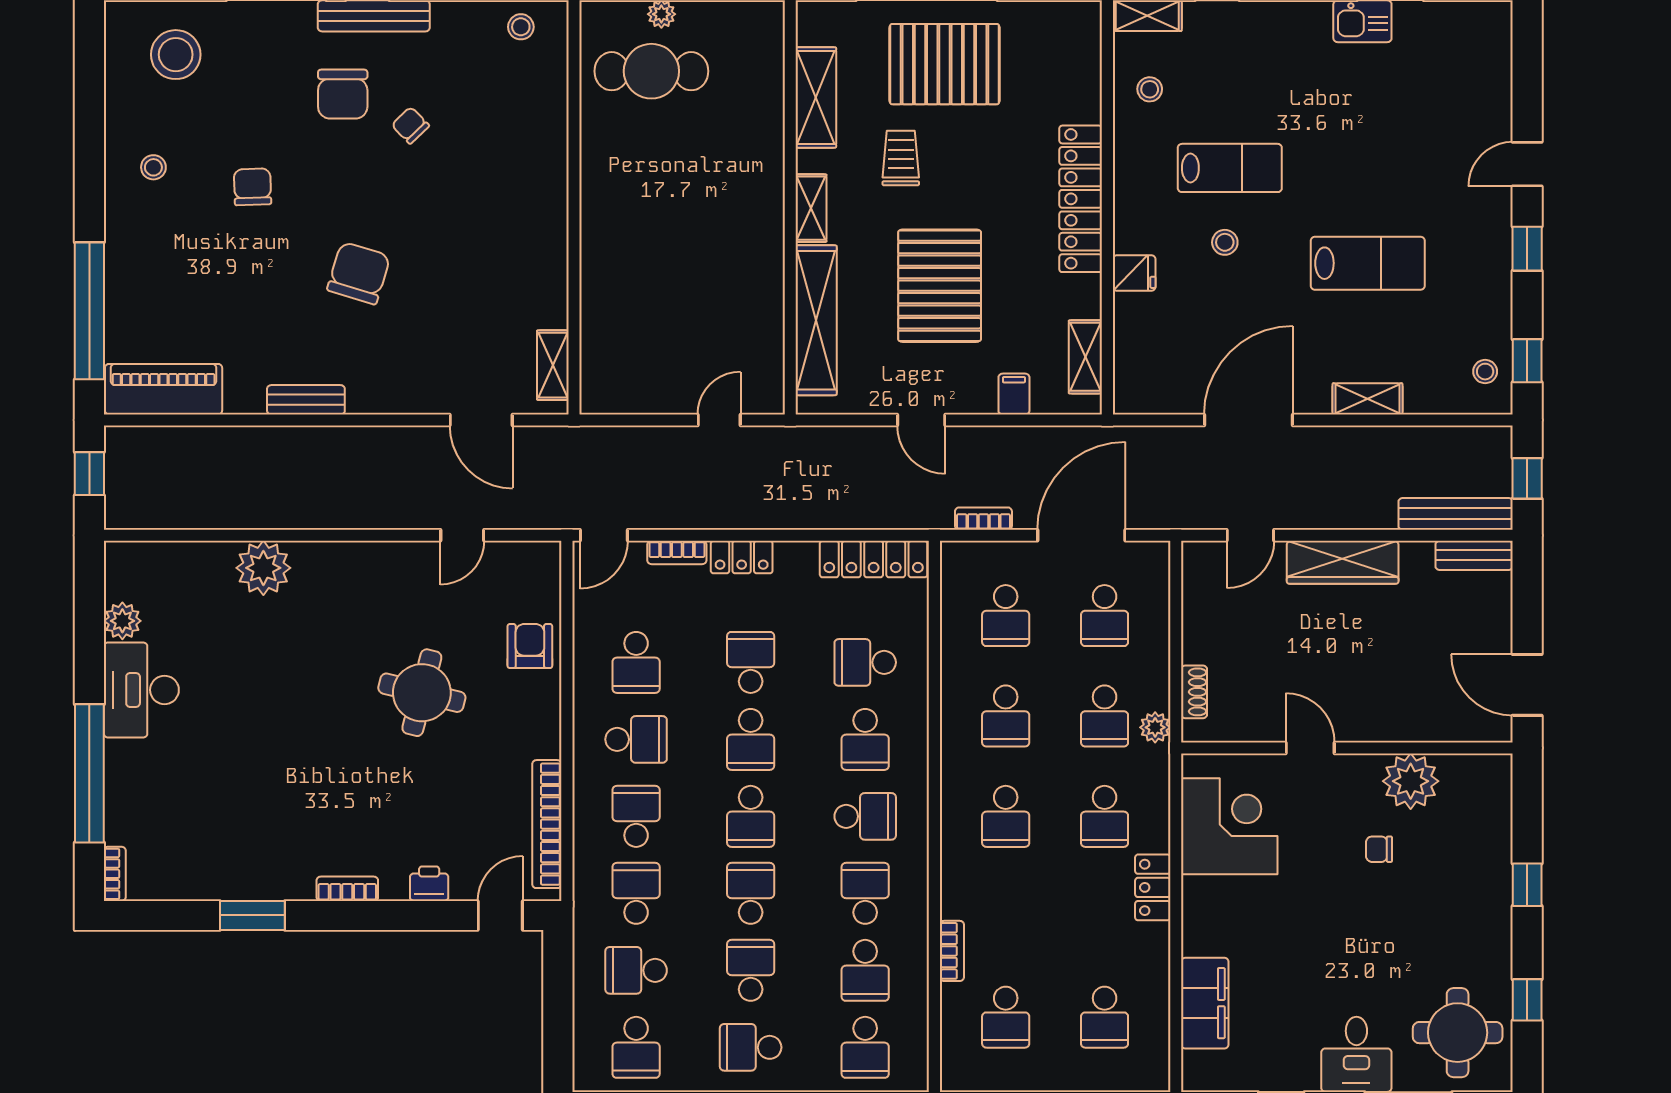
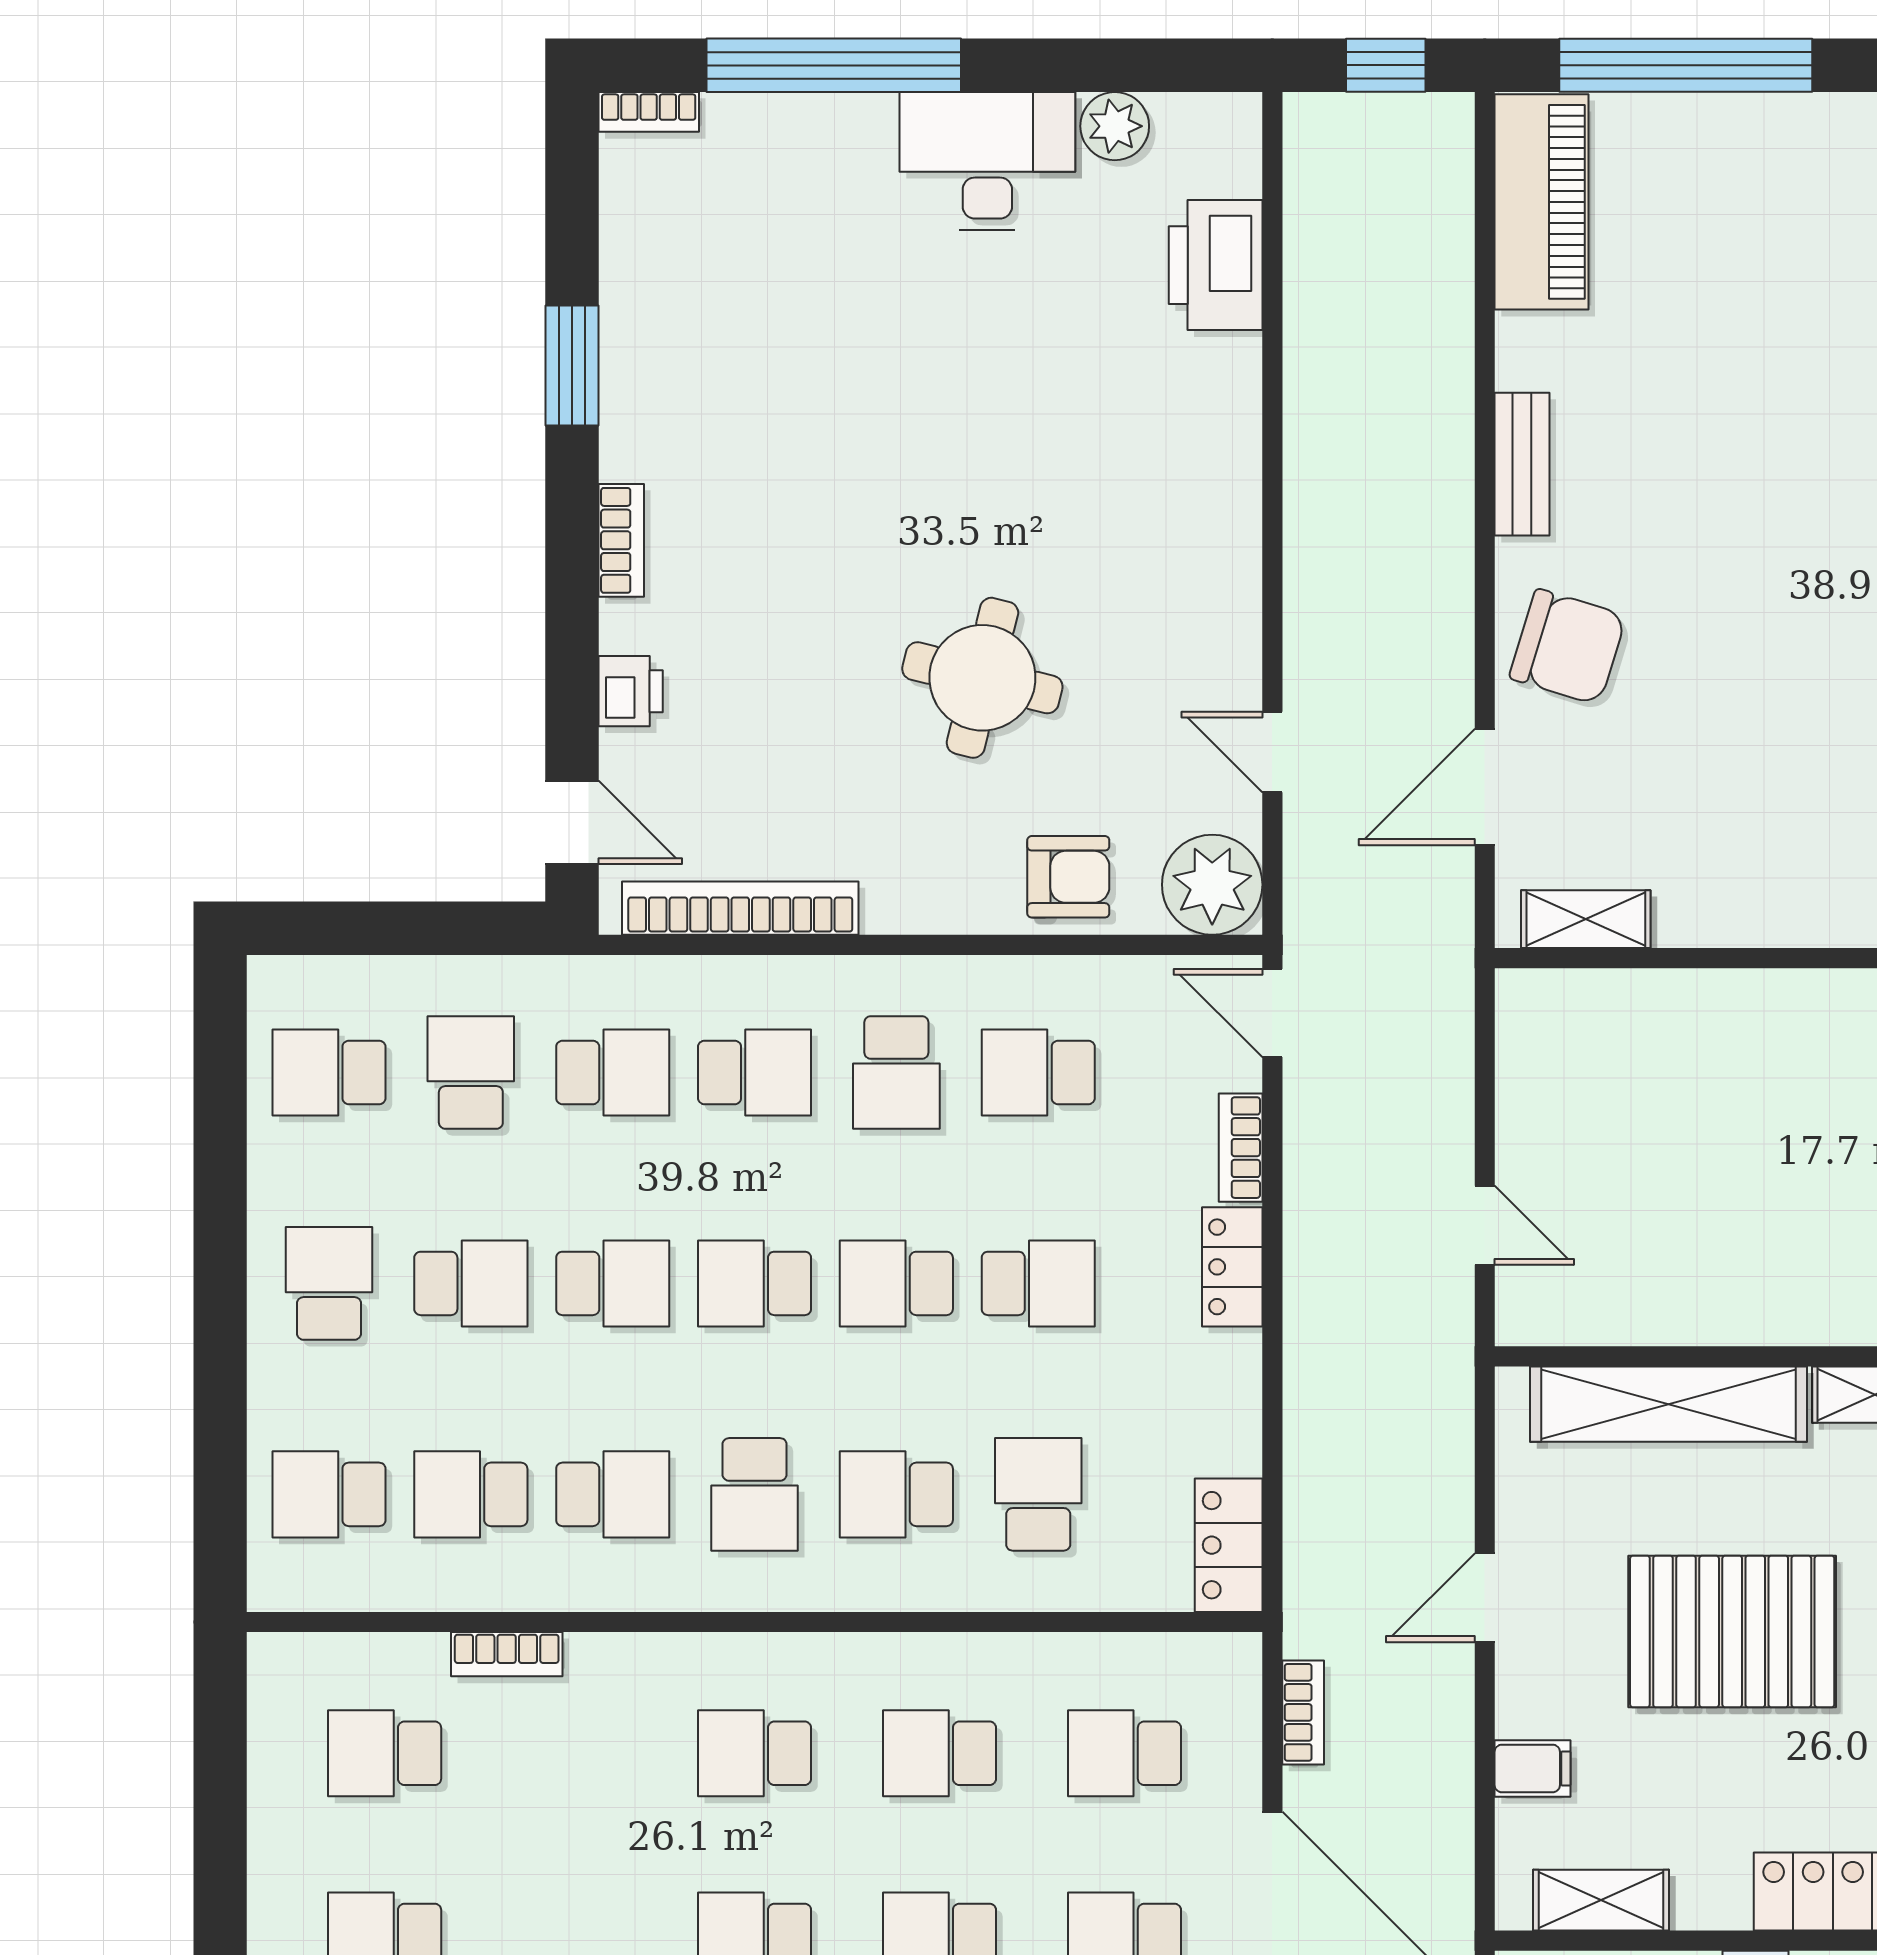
chair: (359, 273) -> (1568, 647), moved
locker: (874, 559) -> (1229, 1545), width x0.66
printer: (198, 566) -> (1216, 265), added
plant: (263, 568) -> (1212, 885), moved

